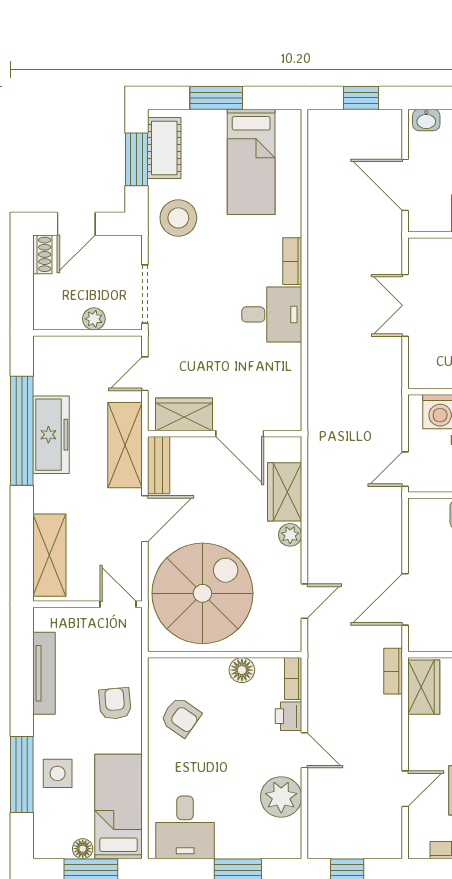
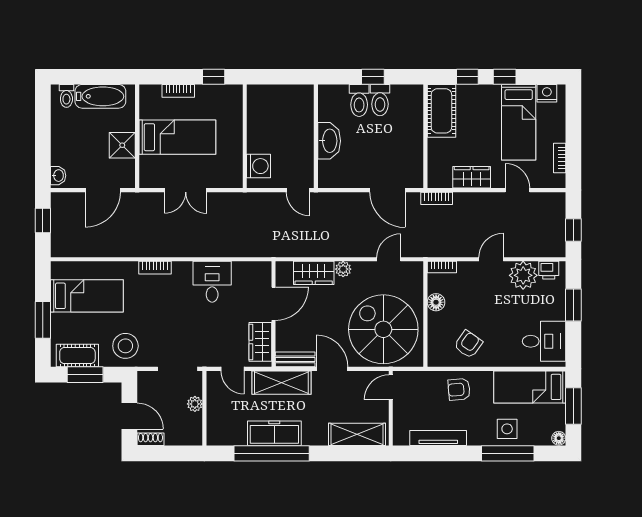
desk: (272, 314) -> (212, 282), moved
door: (304, 601) -> (389, 259), hinge flipped
wardrobe: (424, 687) -> (472, 177), moved
printer: (289, 716) -> (549, 270), moved
floor lamp: (83, 849) -> (559, 438), moved

